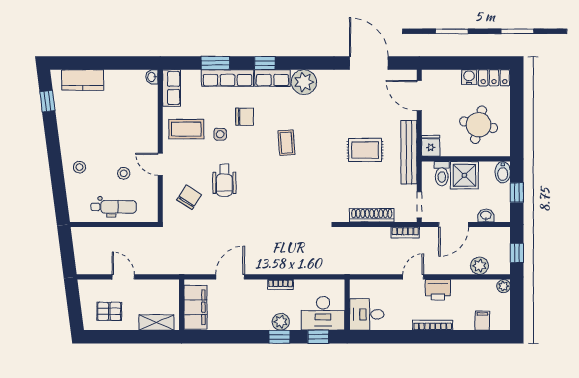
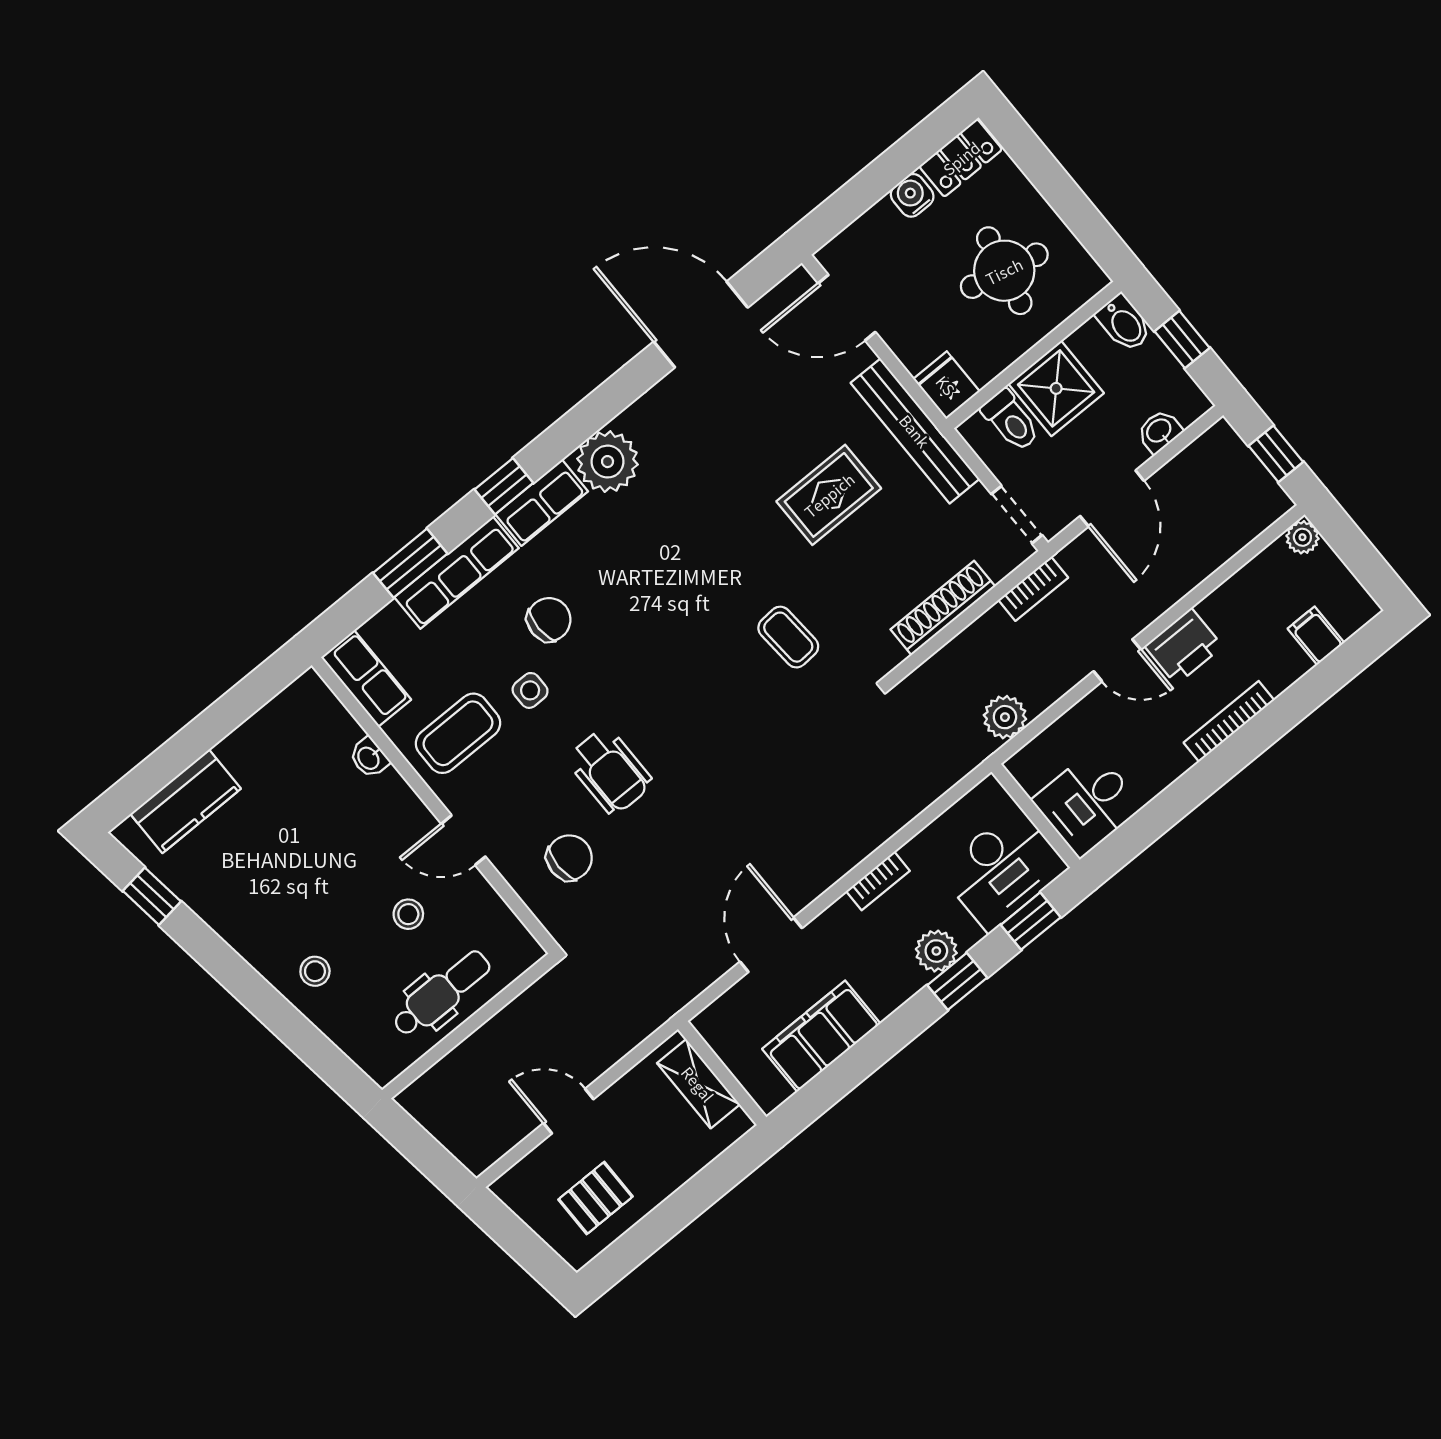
washbasin: (152, 77) -> (369, 758), moved
coffee table: (286, 143) -> (788, 637), moved
chair: (189, 197) -> (569, 858), turned 58
plant: (479, 266) -> (1005, 717), moved
door: (413, 277) -> (1117, 660), swing flipped
filing cabinet: (195, 307) -> (821, 1036), moved, turned -90
shelving: (156, 322) -> (698, 1084), moved, turned 90

